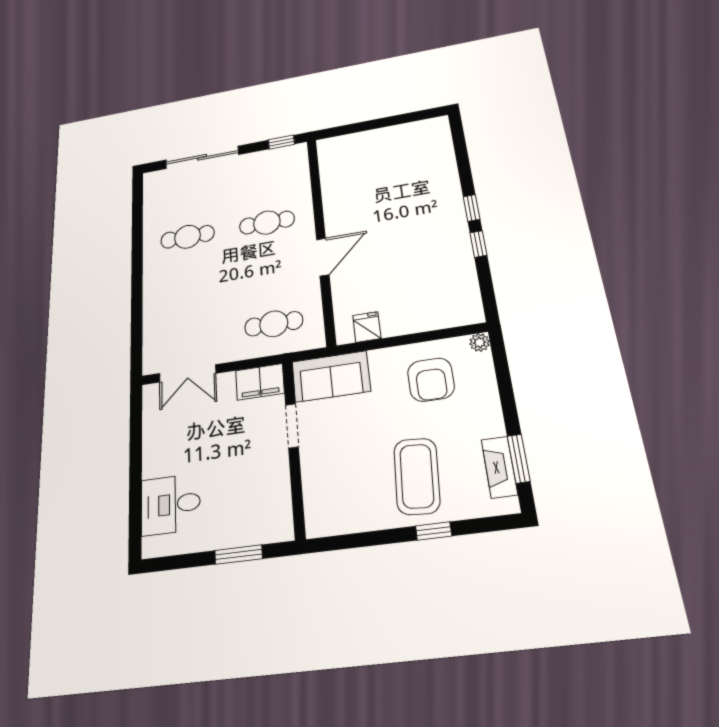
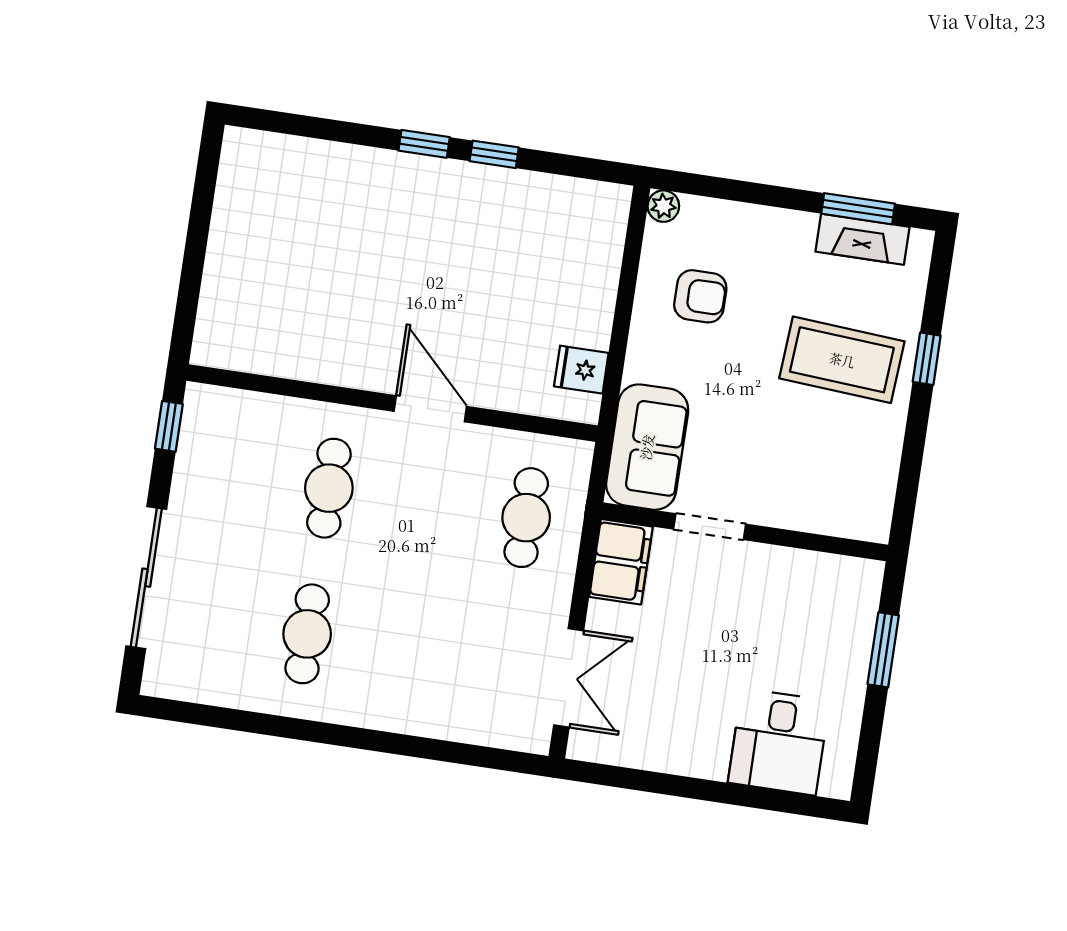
armchair: (431, 380) -> (700, 296), width x0.72, depth x0.72

